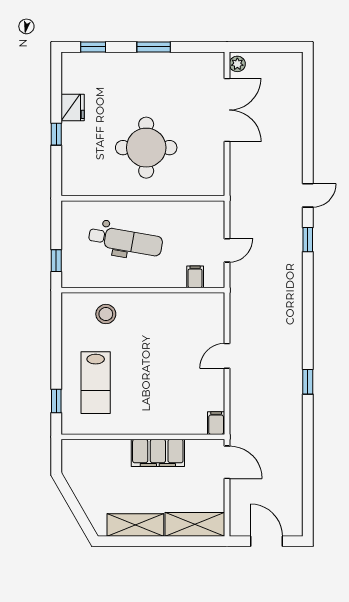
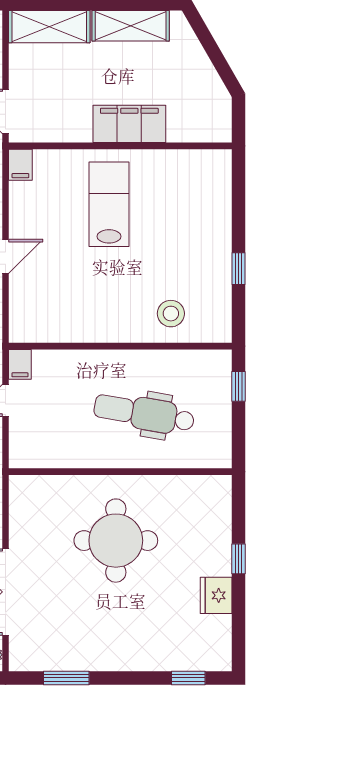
window: (154, 47) -> (66, 678), moved
filing cabinet: (195, 277) -> (20, 364), moved
lab bench: (96, 383) -> (109, 204), moved
window: (56, 401) -> (239, 269), moved
filing cabinet: (158, 453) -> (129, 124), moved

